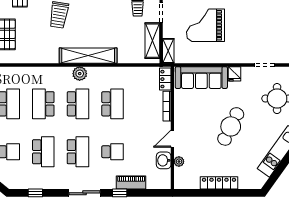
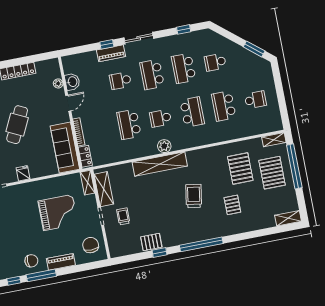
sofa: (201, 78) -> (65, 148), moved, turned -90
school desk: (78, 104) -> (161, 118), width x0.54
piano: (131, 182) -> (111, 53), moved

